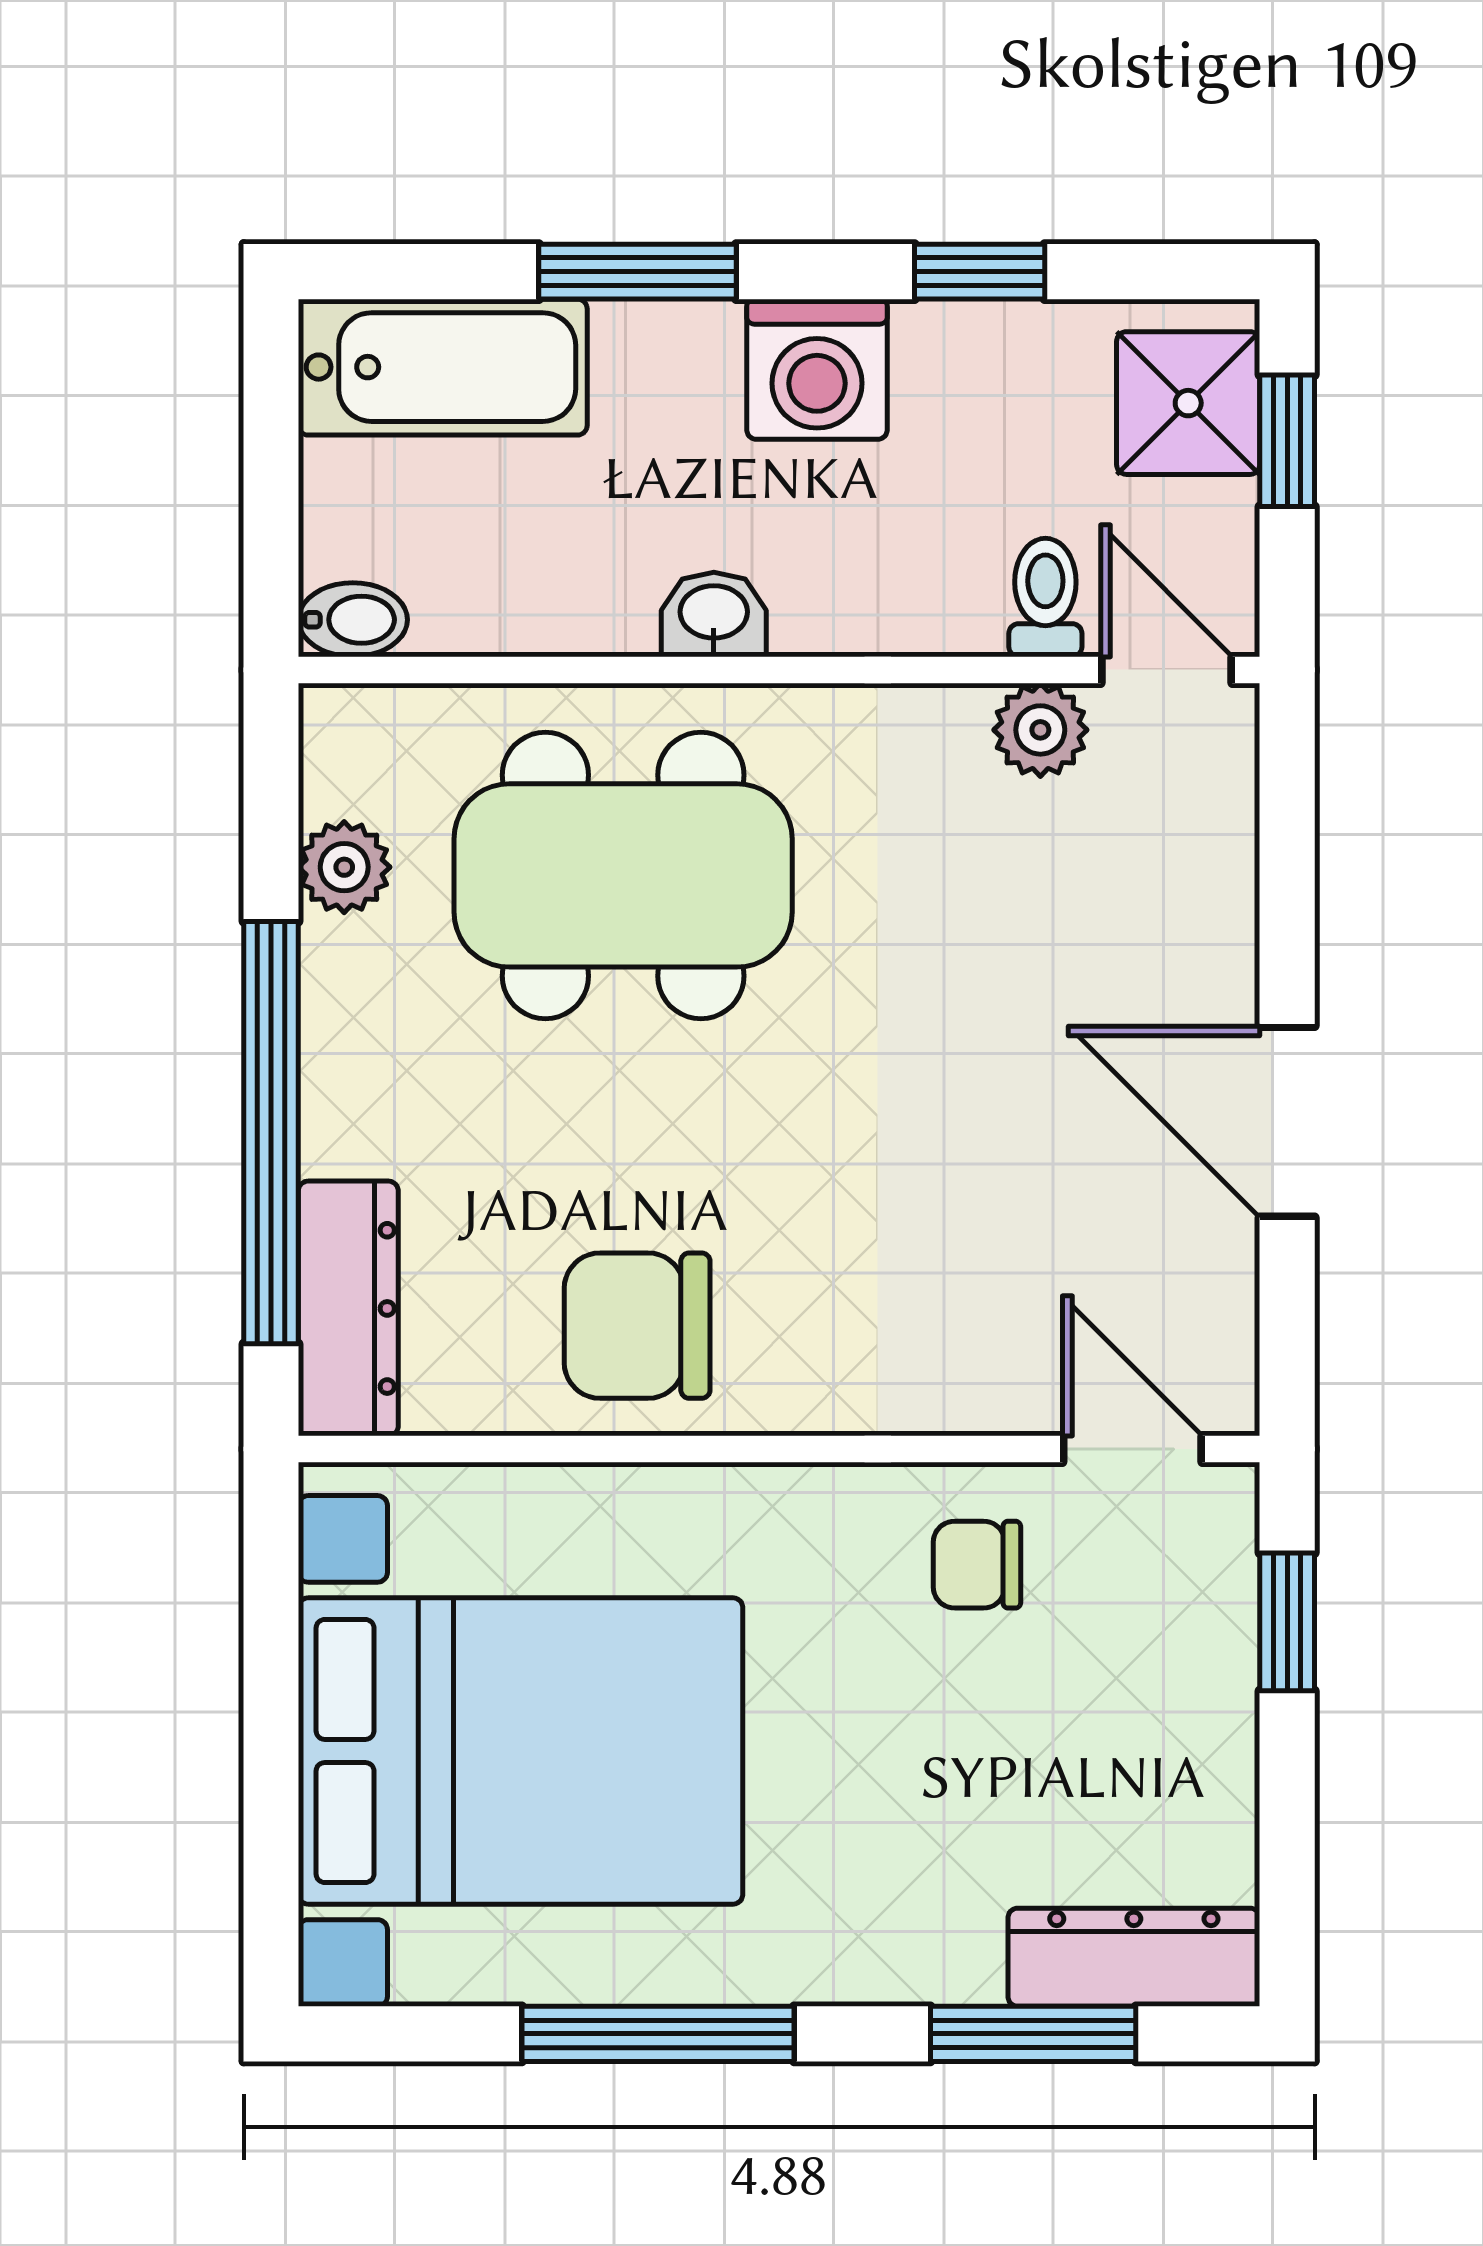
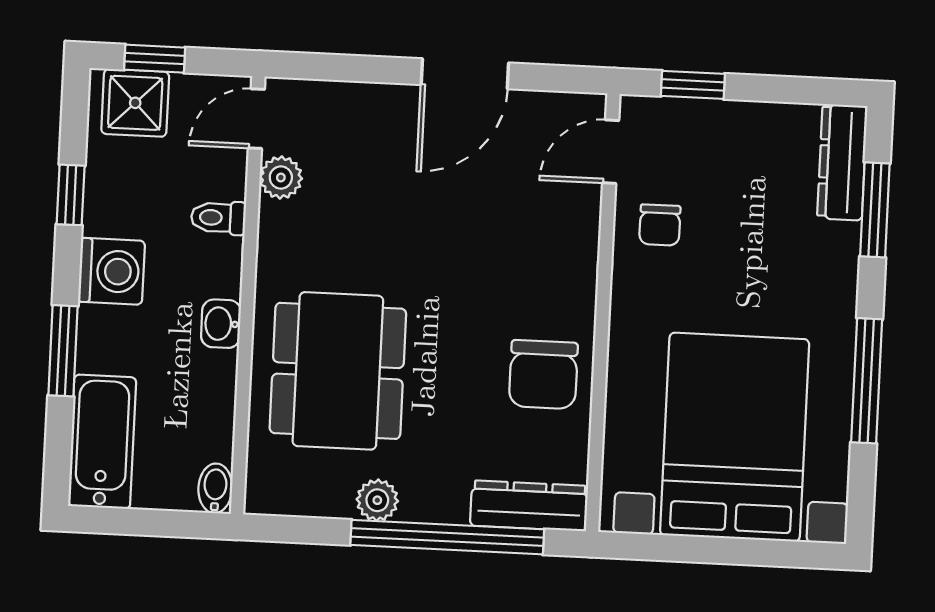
toilet: (1045, 597) -> (218, 218), moved
plant: (344, 867) -> (377, 500), moved

